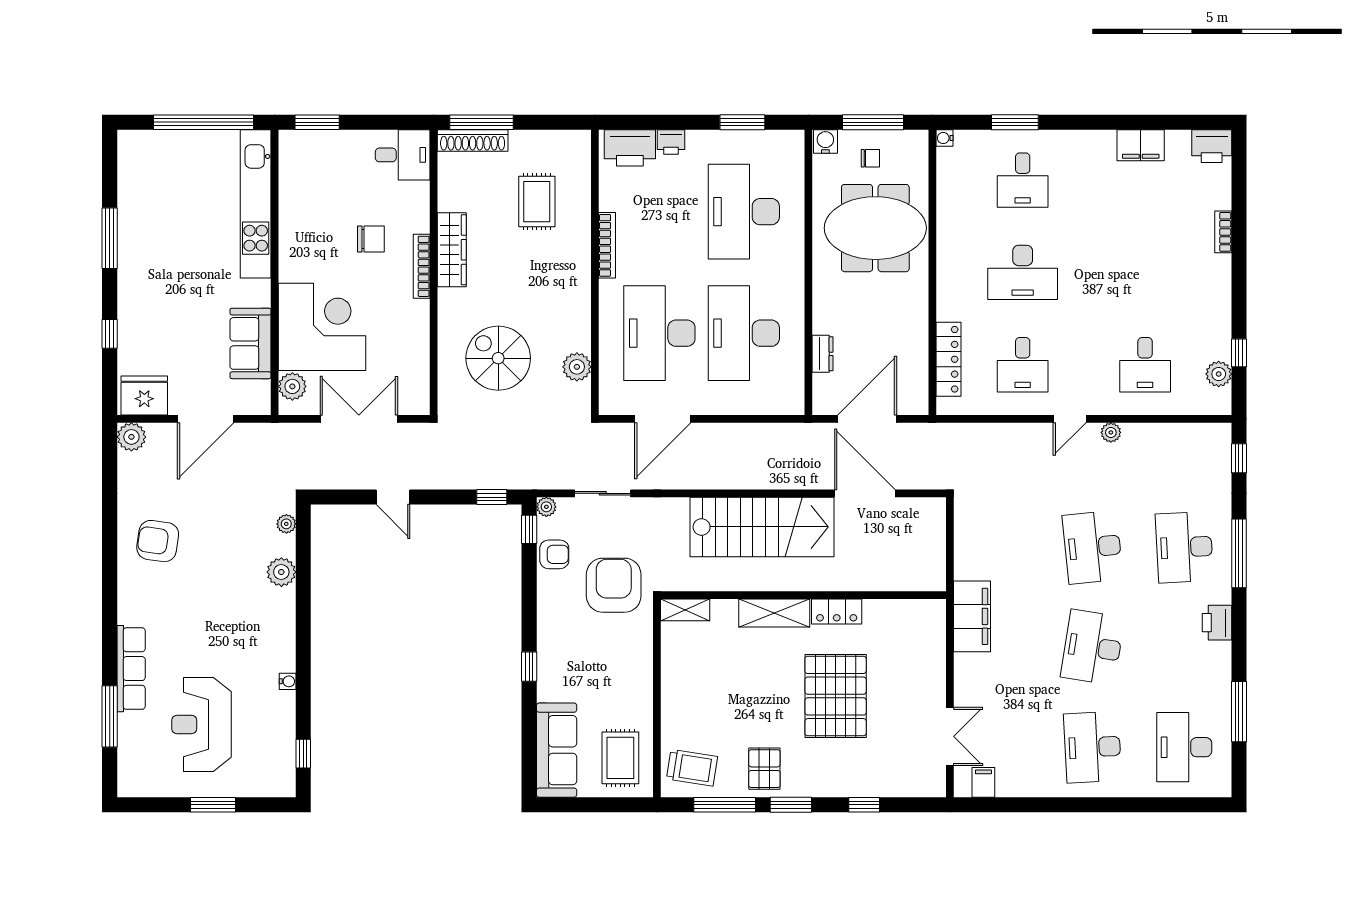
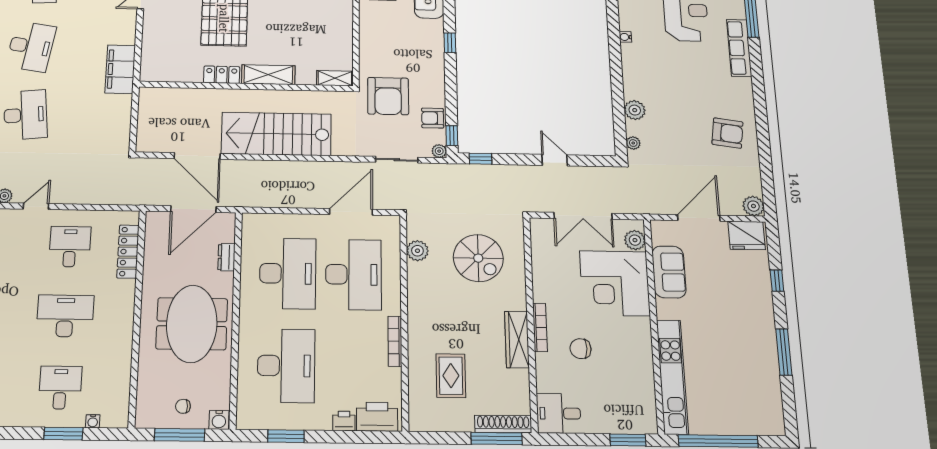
water cooler: (945, 138) -> (93, 421), moved, turned 90
meeting table: (875, 228) -> (192, 324), moved, turned 90

